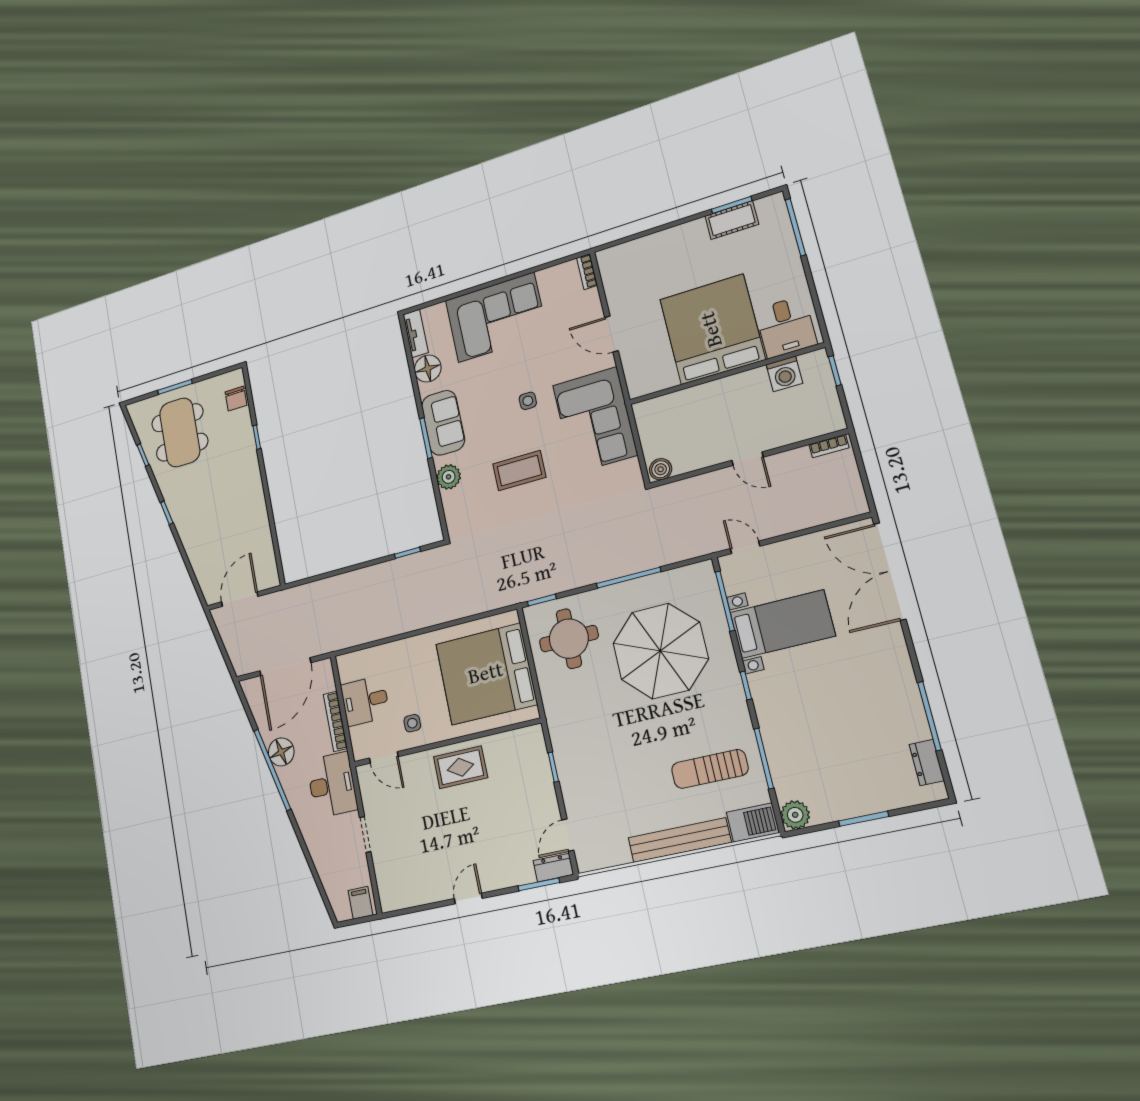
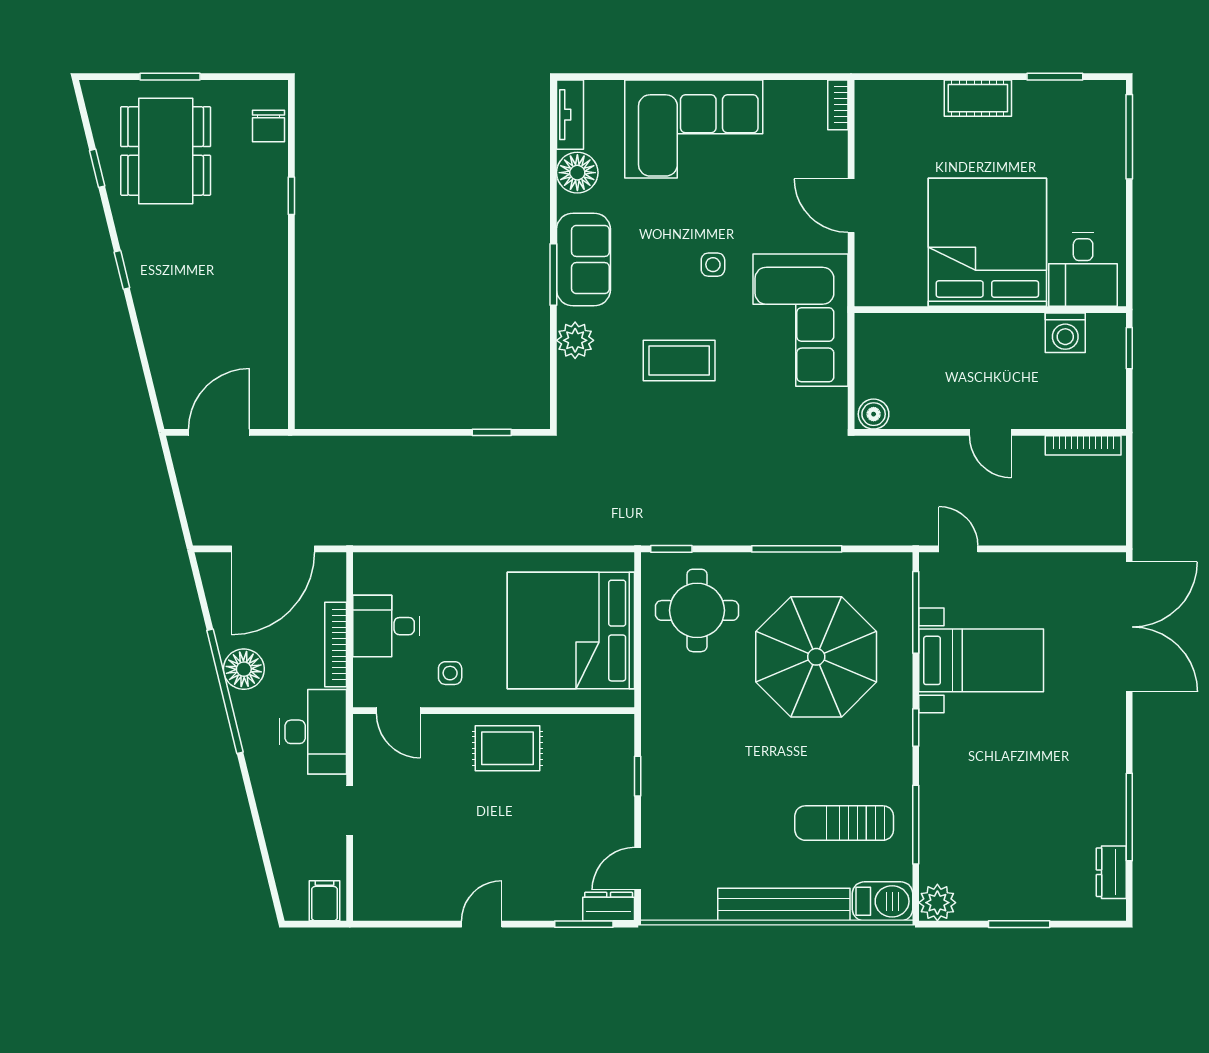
cot: (732, 220) -> (978, 98), moved
bookcase: (829, 446) -> (1083, 445), width x1.56
double door: (890, 571) -> (1129, 627), swing flipped

